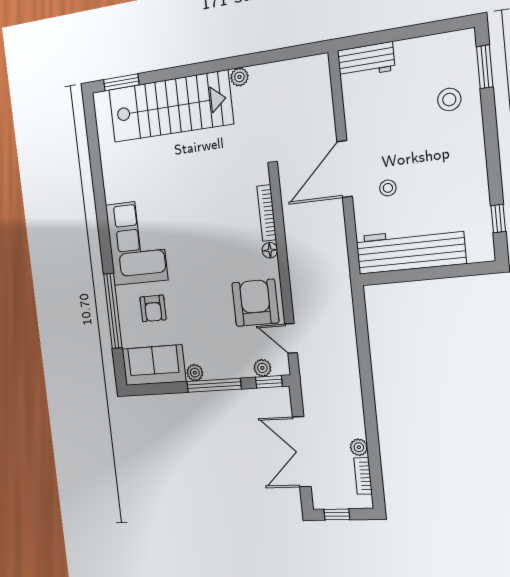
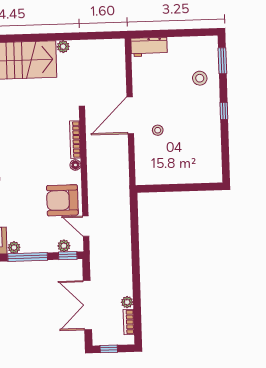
window: (498, 218) -> (224, 111), moved
workbench: (410, 250) -> (170, 172), removed
armchair: (255, 303) -> (62, 200), turned -90

